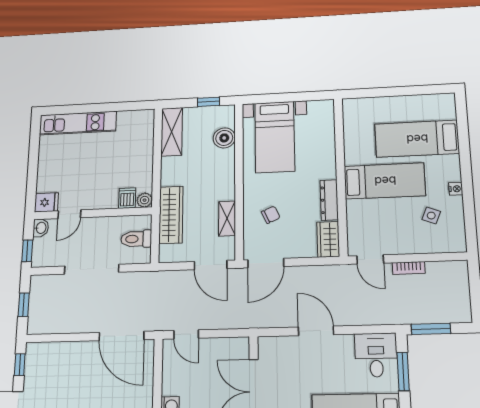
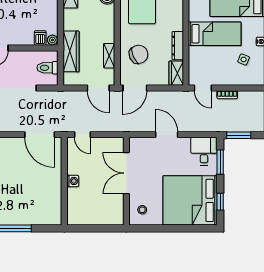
chair: (271, 215) -> (139, 54), width x1.87, depth x1.87

